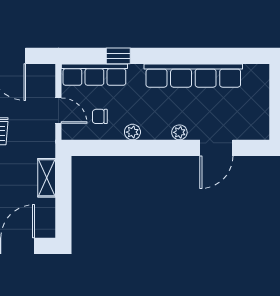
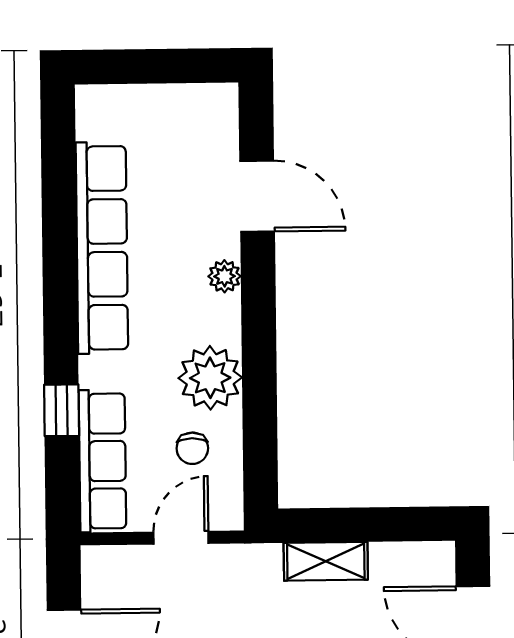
plant: (132, 132) -> (210, 378), width x1.88, depth x1.88

